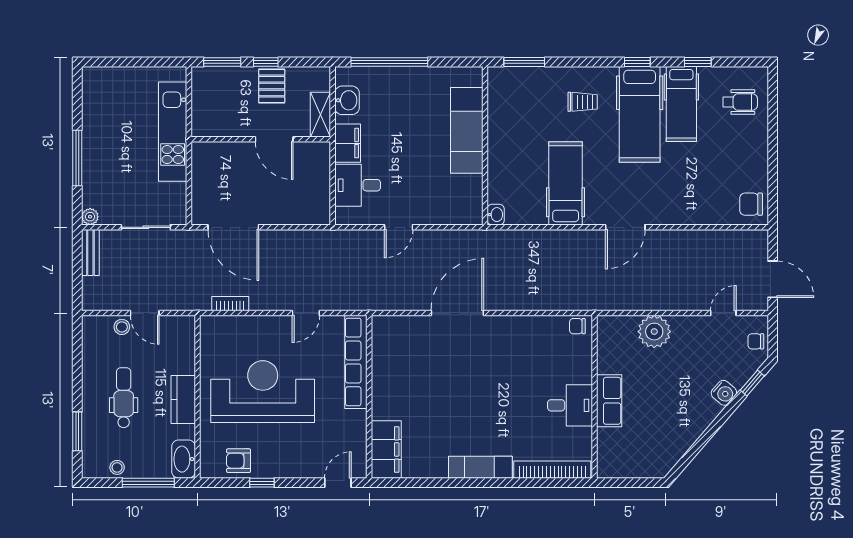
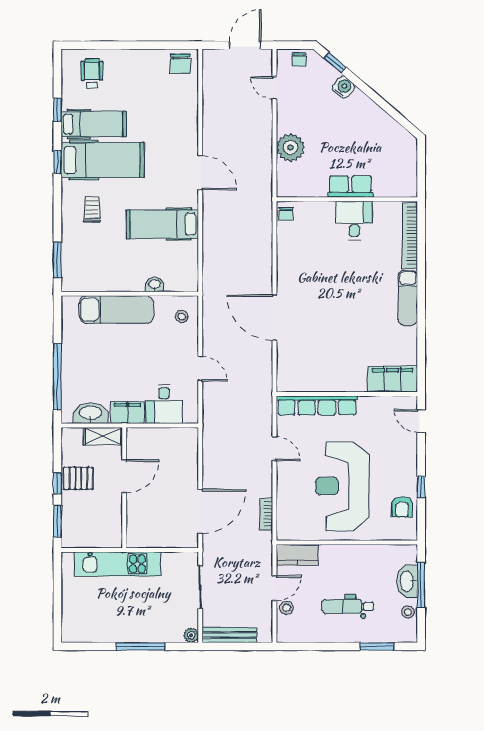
washbasin: (347, 100) -> (91, 413), width x1.38
stool: (459, 206) -> (182, 317), added
washbasin: (496, 215) -> (154, 285), moved
bench: (90, 253) -> (229, 635), width x1.36
kitchen counter: (183, 400) -> (297, 555), moved
washbasin: (184, 459) -> (407, 581), moved, turned 90

